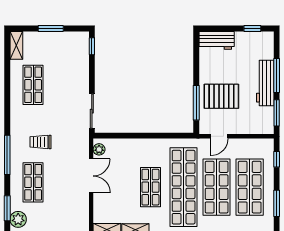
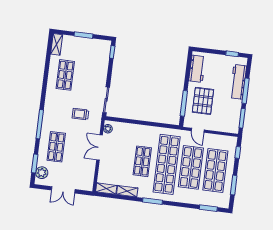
workbench: (217, 40) -> (197, 69), moved, turned -90
workbench: (265, 83) -> (238, 82), moved
pallet: (221, 96) -> (203, 101), turned 90
door: (219, 136) -> (198, 130), hinge flipped
trolley: (40, 142) -> (80, 114), moved
double door: (91, 176) -> (100, 148), swing flipped

